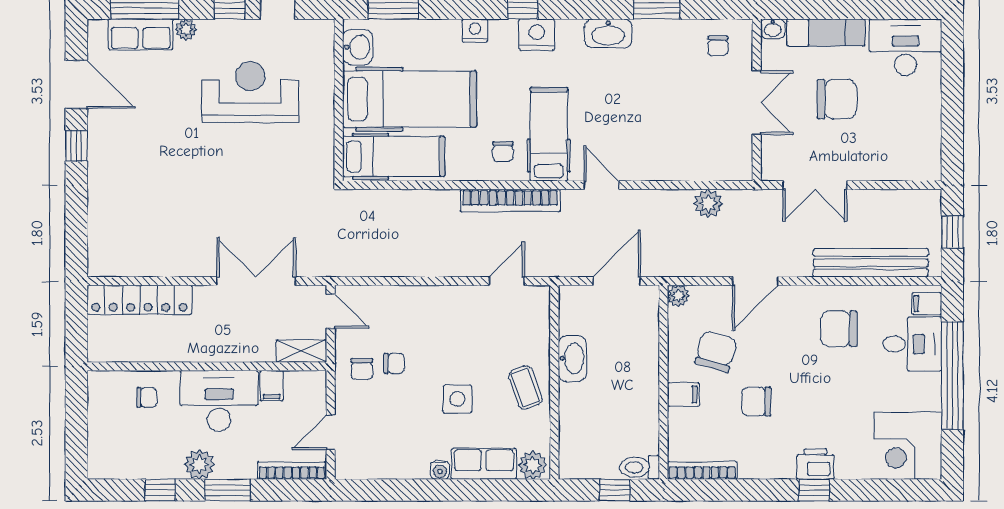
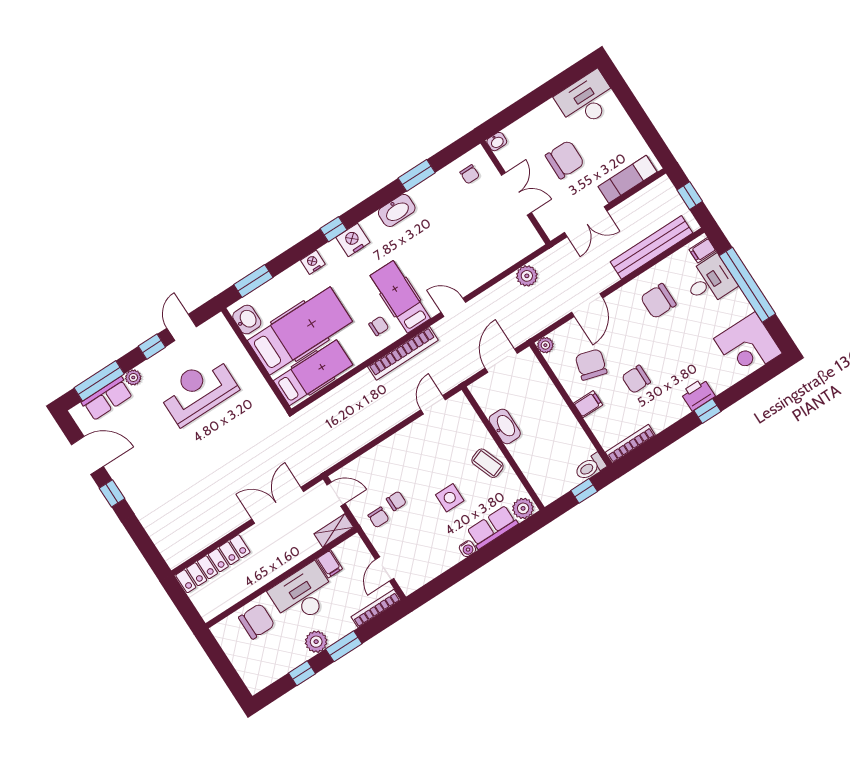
exam couch: (826, 32) -> (627, 179), moved, turned 180
chair: (503, 152) -> (379, 326), turned -90
chair: (147, 397) -> (257, 621), width x1.87, depth x1.87

